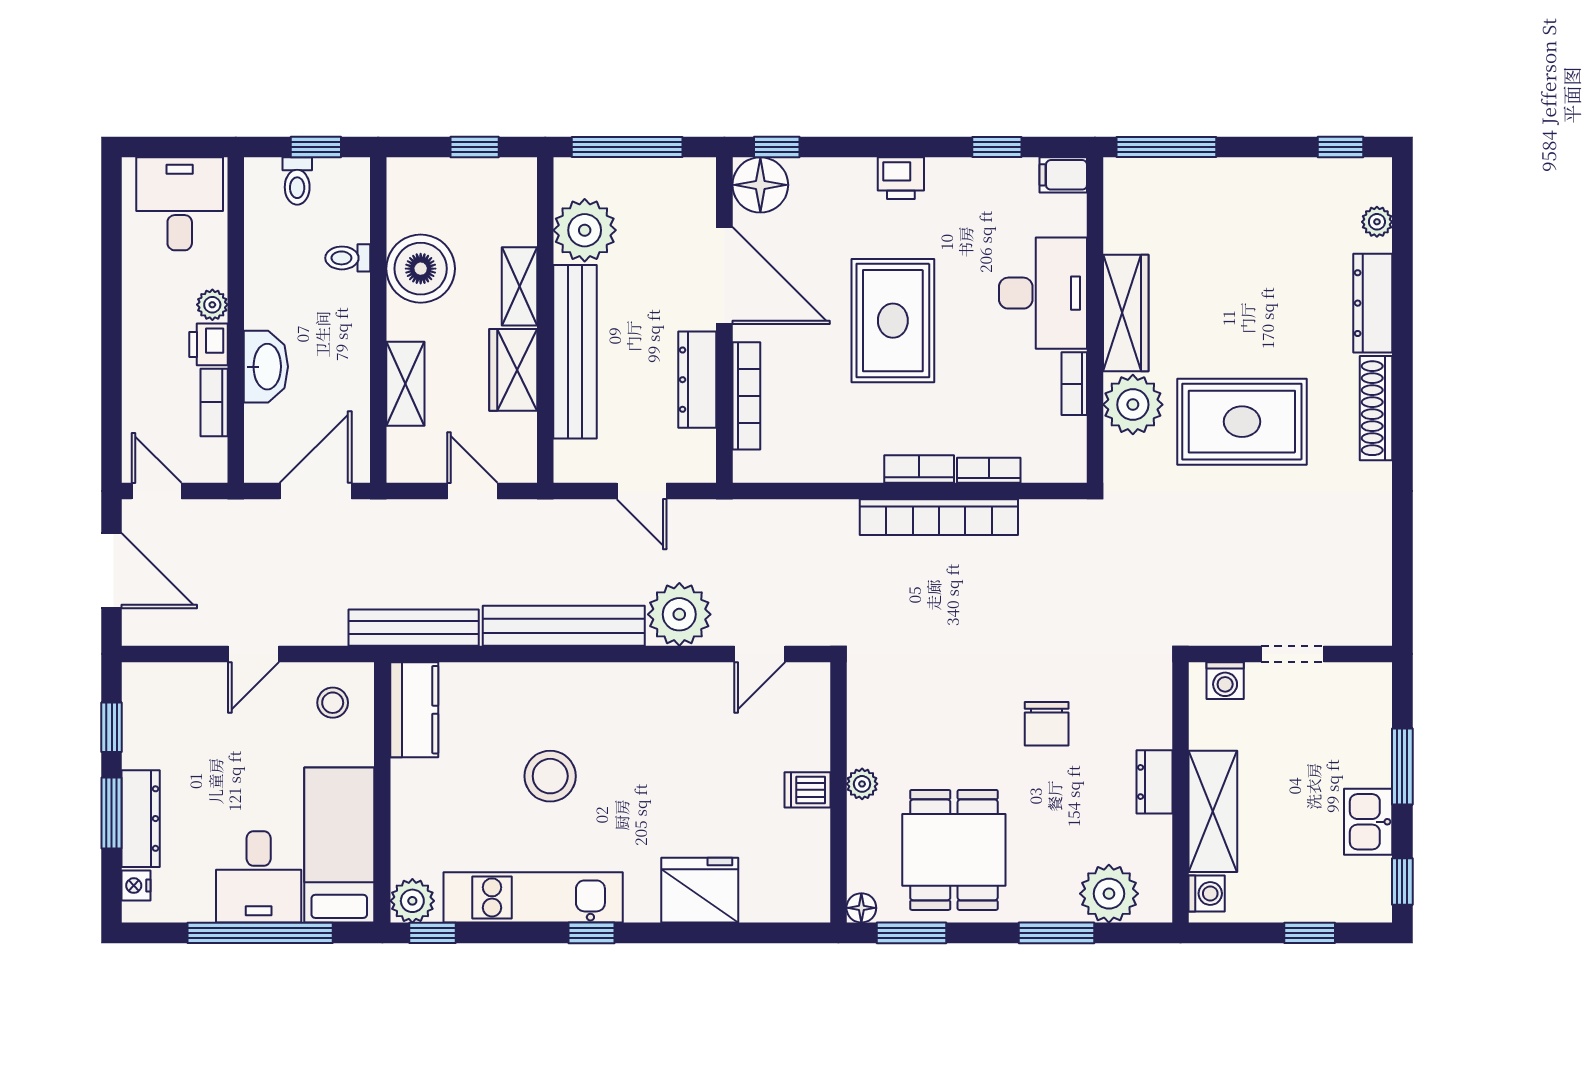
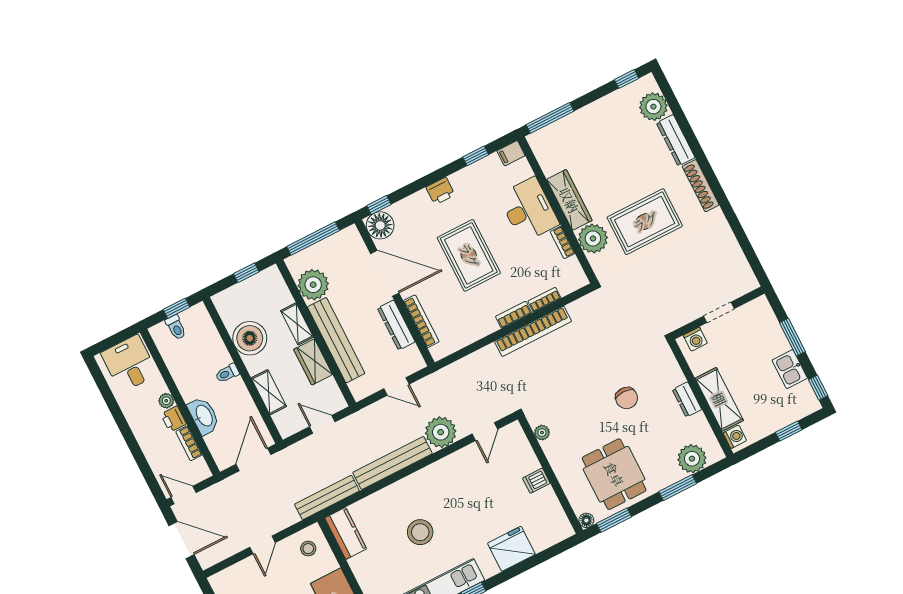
plant: (1377, 222) -> (653, 107), width x1.88, depth x1.88
toilet: (348, 258) -> (227, 373), moved
plant: (862, 784) -> (542, 433), moved

